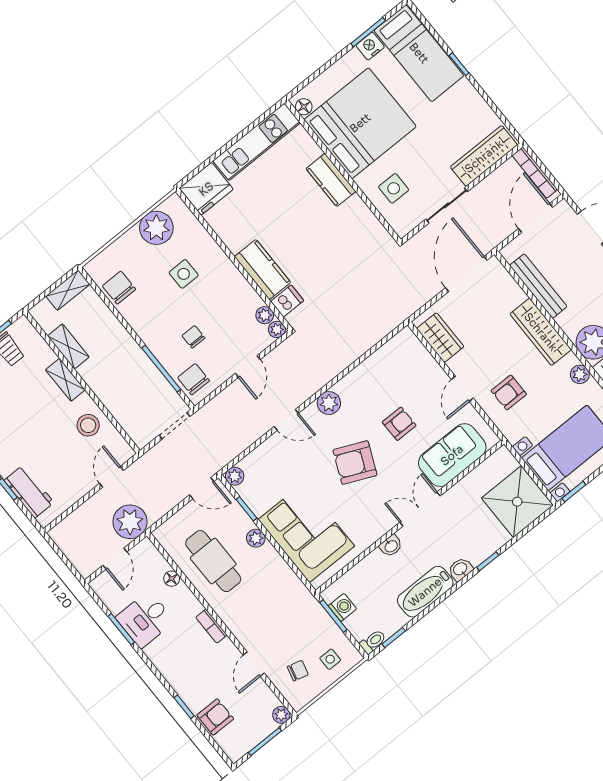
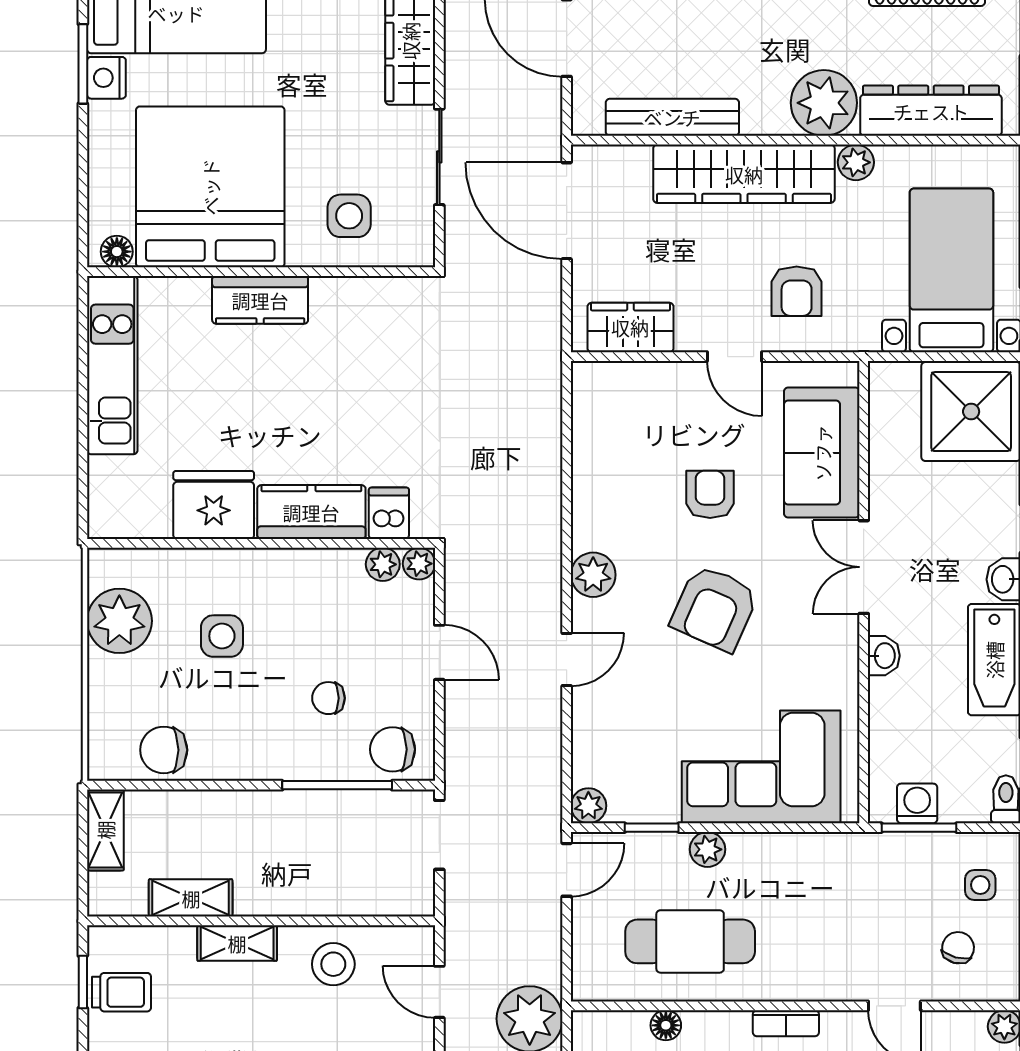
fridge: (206, 189) -> (214, 505), moved, turned -90
wardrobe: (541, 332) -> (744, 174), width x1.40, depth x1.17

